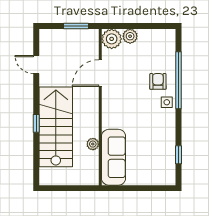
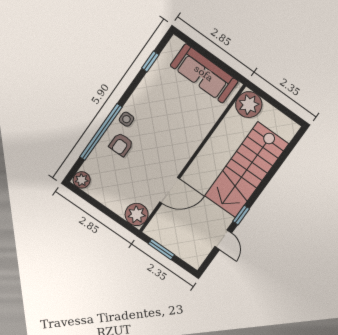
plant: (130, 36) -> (82, 180), moved
window: (36, 123) -> (241, 215), moved
plant: (93, 144) -> (249, 105), moved, width x1.87, depth x1.87
sofa: (114, 157) -> (204, 73), moved, turned -90

